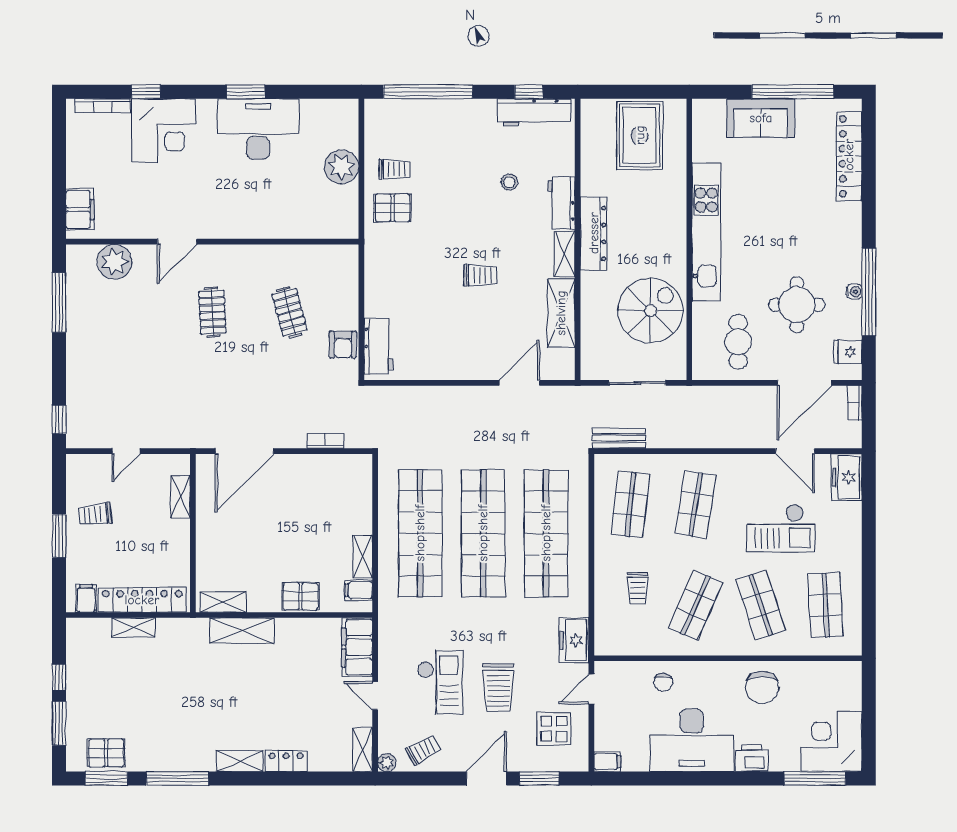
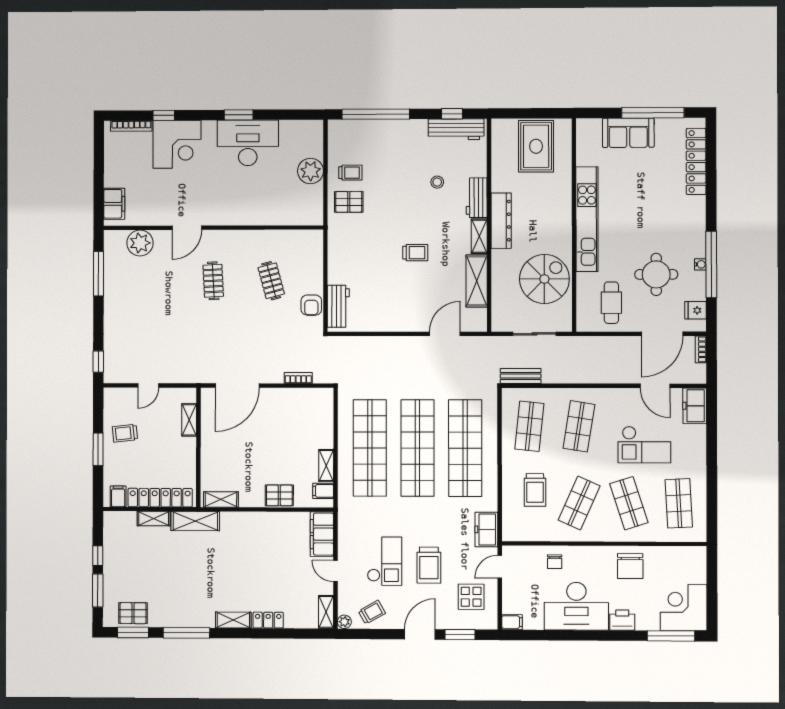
trolley: (638, 588) -> (535, 490), width x1.36, depth x1.39
shelving: (242, 631) -> (195, 521), moved

